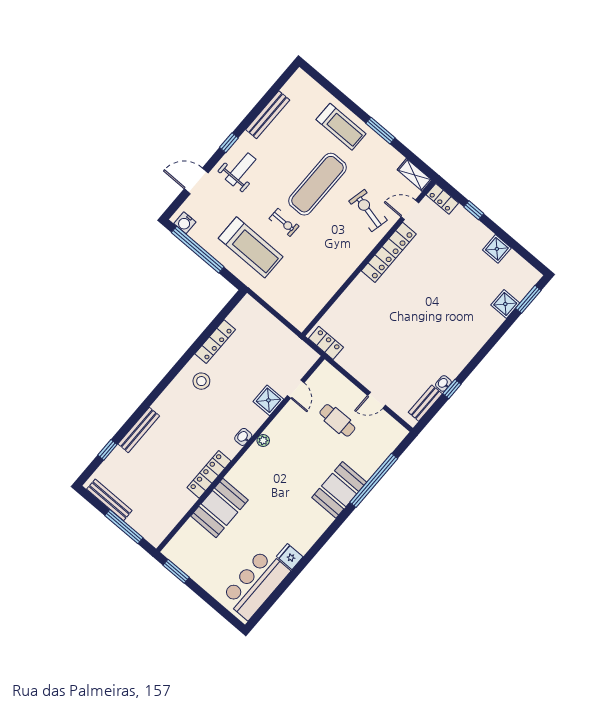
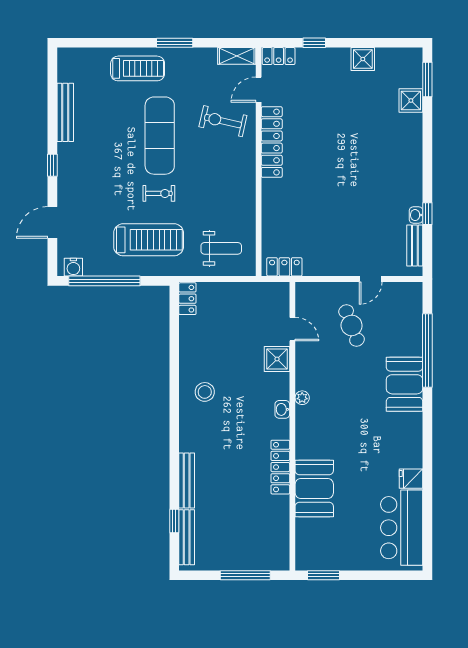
weight bench: (241, 169) -> (221, 248), moved, turned 90
locker: (215, 342) -> (187, 299), moved, width x0.66
cafe table: (337, 420) -> (352, 325), turned 69
bench: (109, 500) -> (187, 537), moved, turned 90

